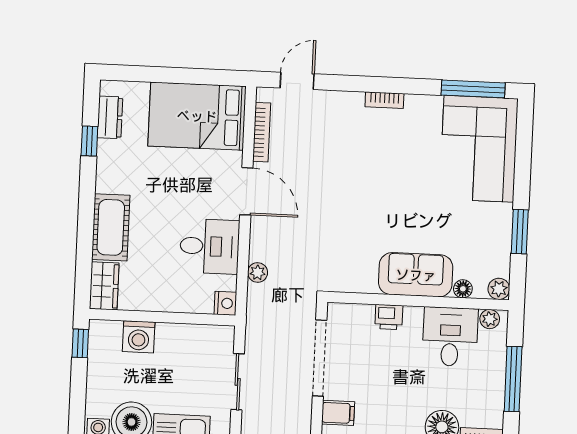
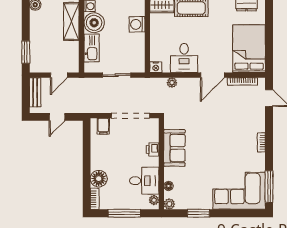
sofa: (416, 275) -> (174, 148), moved

